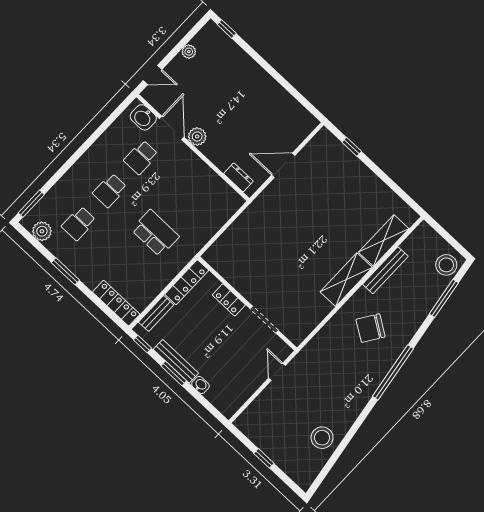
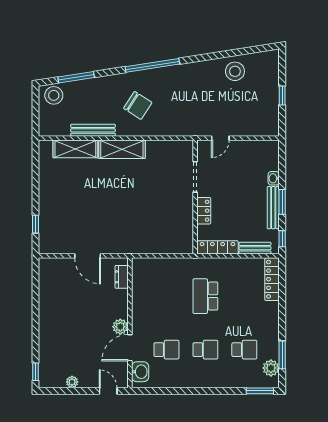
window: (65, 271) -> (282, 355), moved

